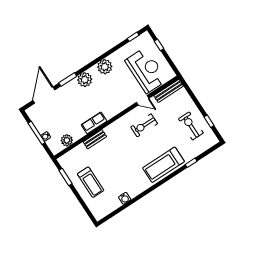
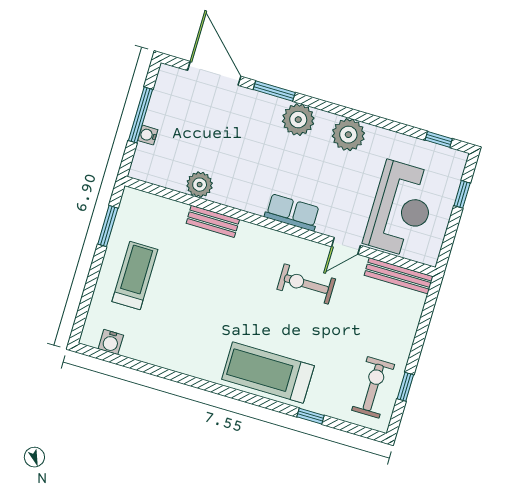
door: (44, 95) -> (214, 73), hinge flipped
door: (143, 100) -> (346, 246), hinge flipped
row of seats: (94, 123) -> (292, 212), moved
exercise bike: (191, 126) -> (373, 387), moved
plant: (67, 140) -> (200, 185), moved
treadmill: (91, 182) -> (135, 276), turned 180
water cooler: (125, 198) -> (111, 342), moved

